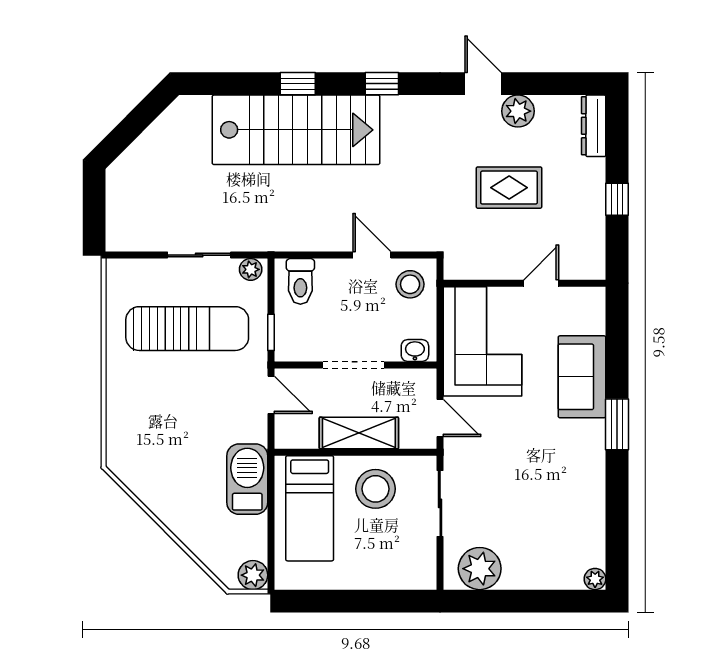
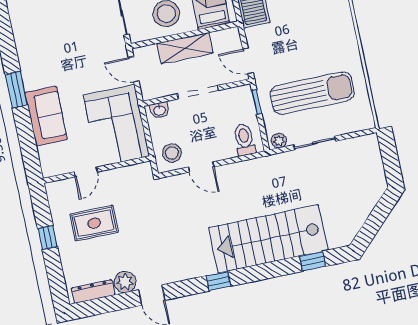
window: (298, 84) -> (312, 261), moved
dresser: (594, 126) -> (93, 291), moved, turned -90
rug: (509, 188) -> (94, 223), moved
sun lounger: (187, 329) -> (312, 93), turned 180

